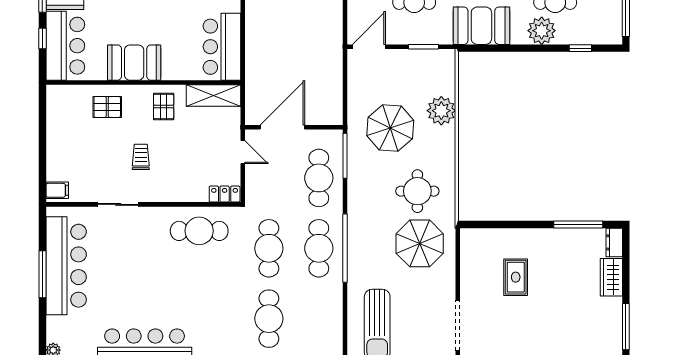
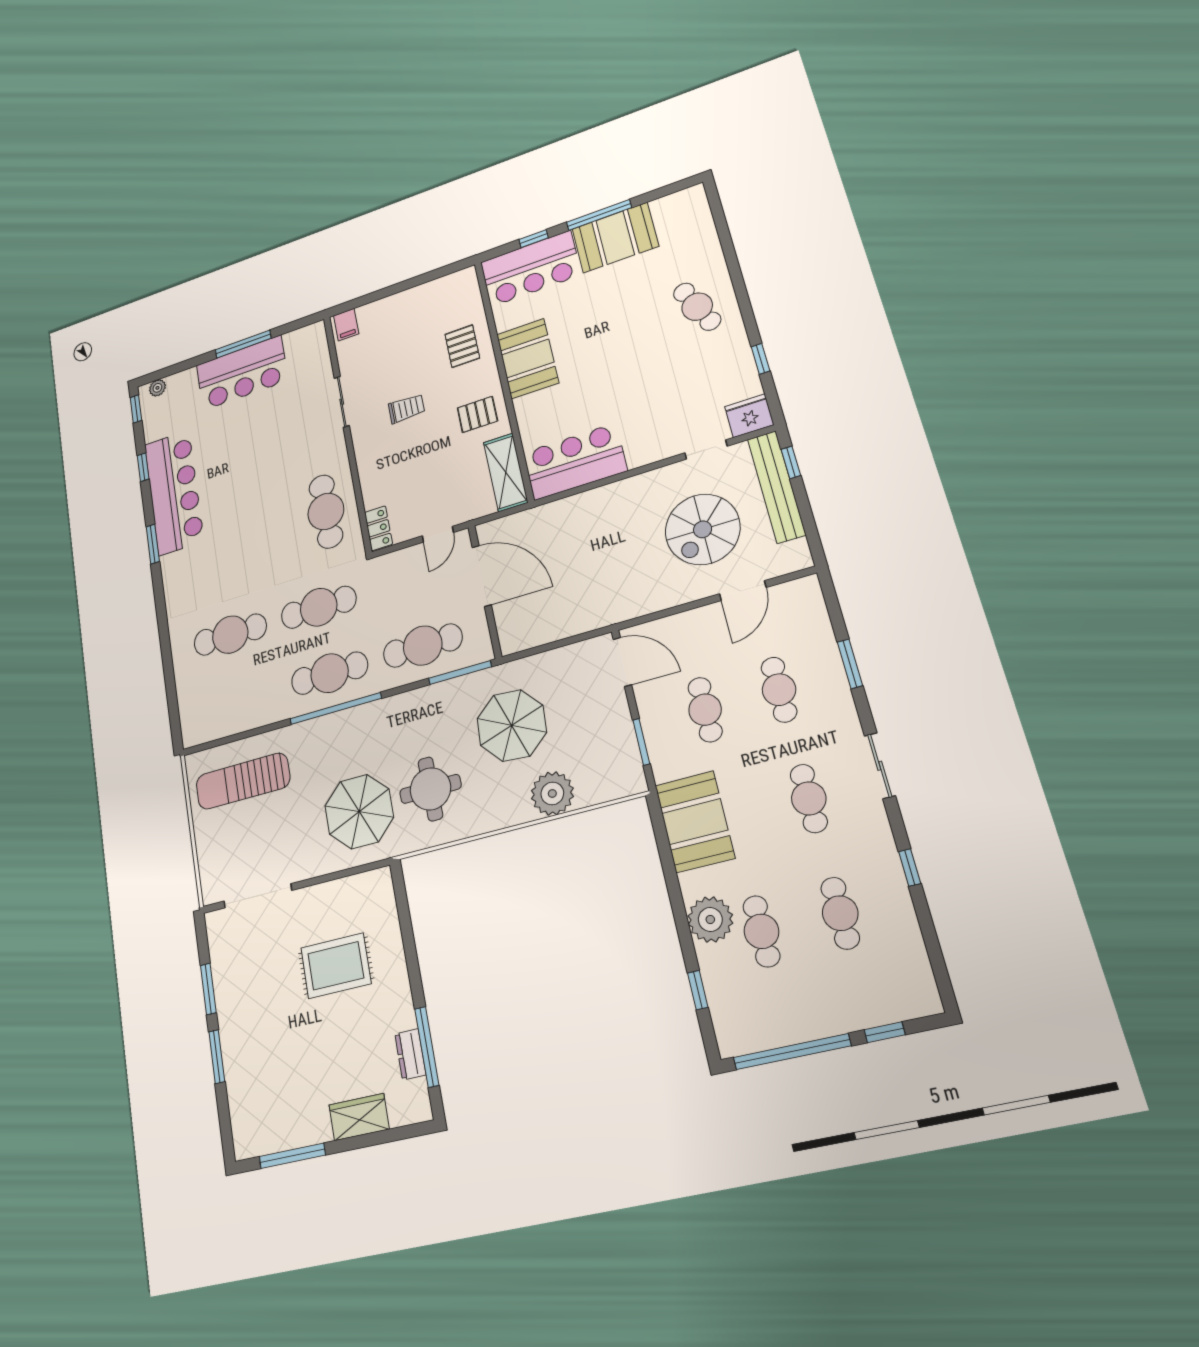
dresser: (614, 242) -> (410, 1054), moved, turned -90
bar counter: (66, 266) -> (242, 373), width x0.73
rug: (516, 277) -> (336, 966), width x1.36, depth x1.43

